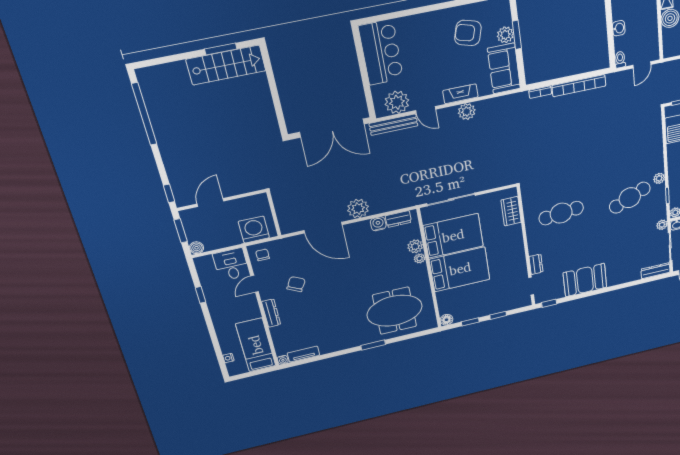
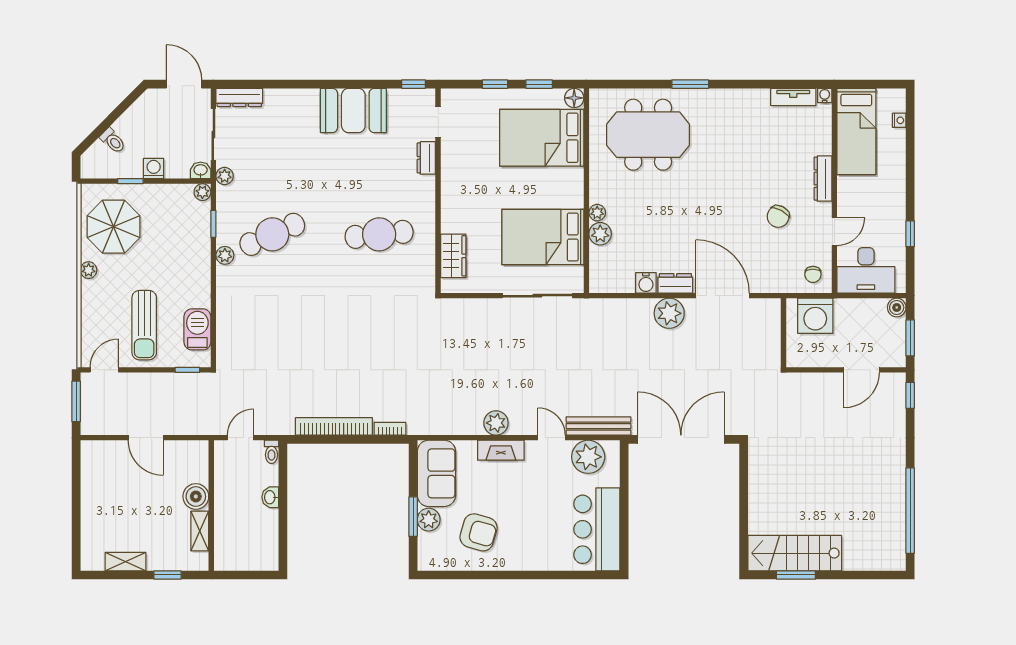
dresser: (398, 219) -> (675, 283), moved
desk: (231, 264) -> (866, 270), width x1.37
bed: (460, 269) -> (542, 138), moved

